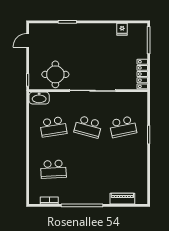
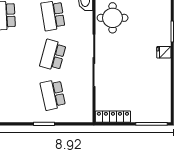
fridge: (122, 29) -> (164, 52), moved

